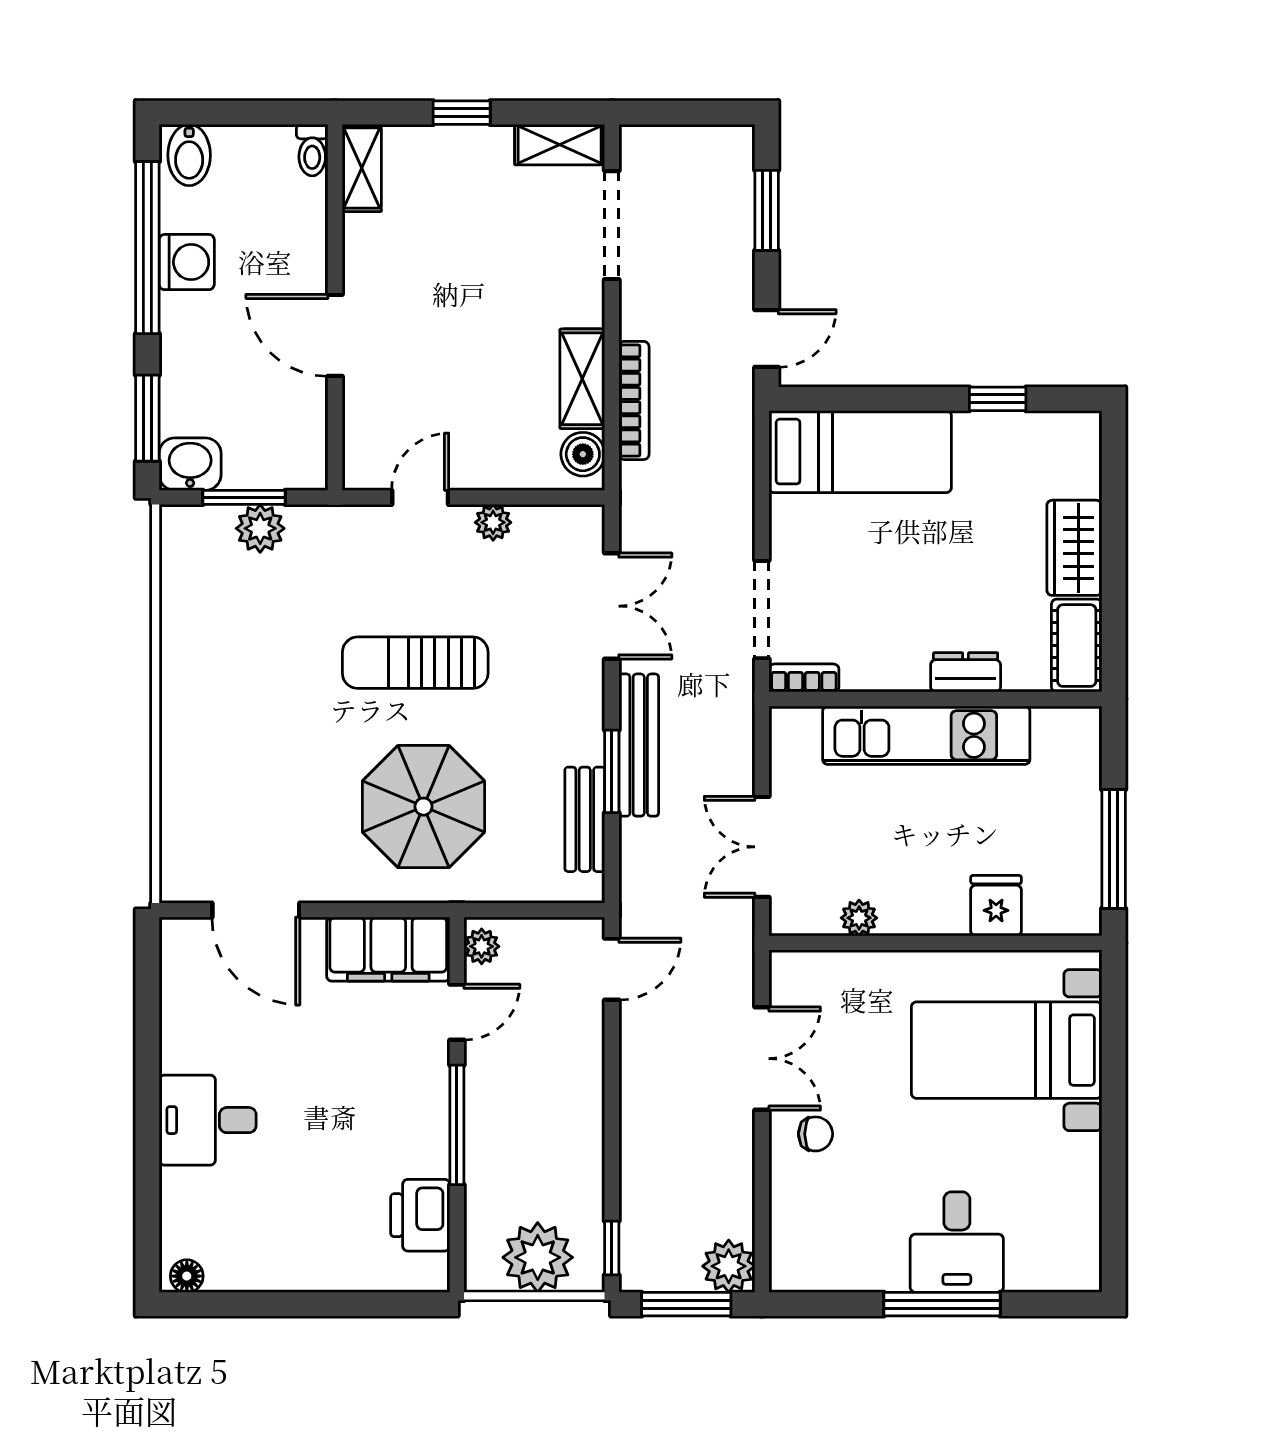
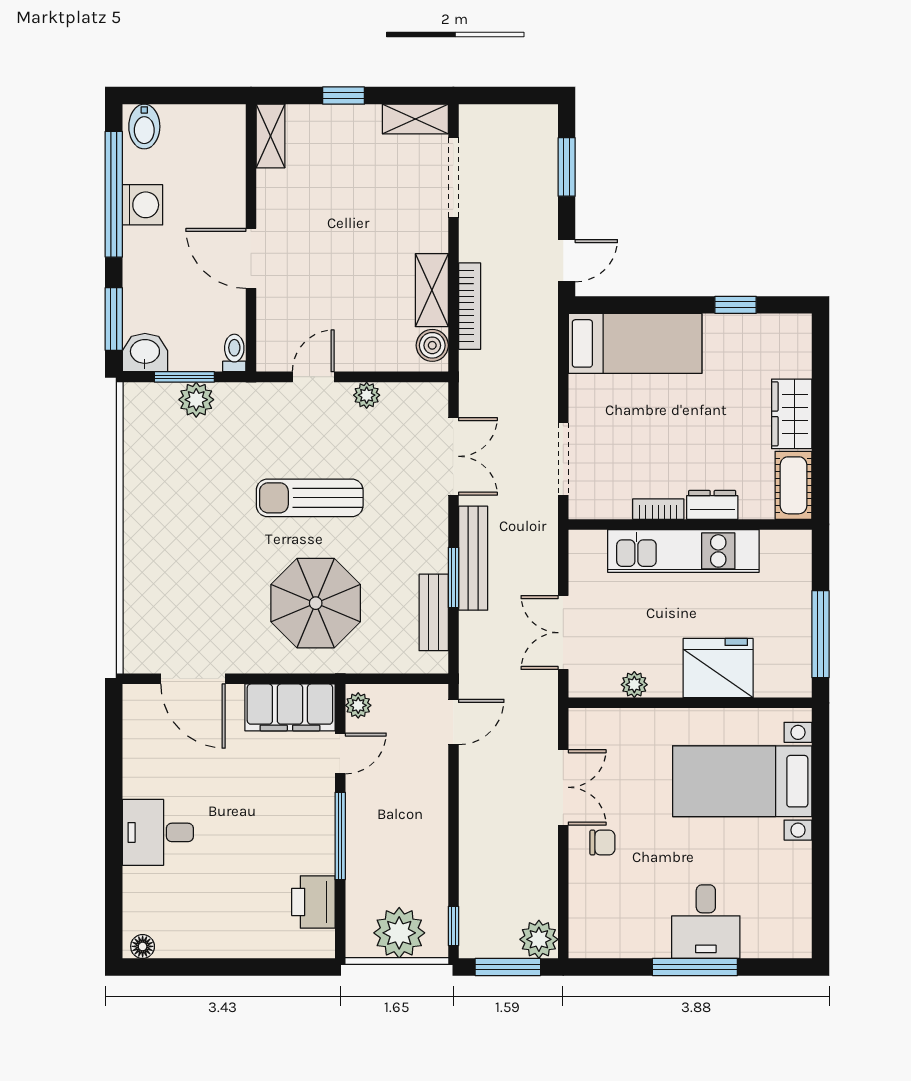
toilet: (312, 150) -> (234, 353), moved, turned 180
bookcase: (804, 678) -> (658, 509), moved
fridge: (996, 906) -> (718, 668), width x1.88, depth x1.34

